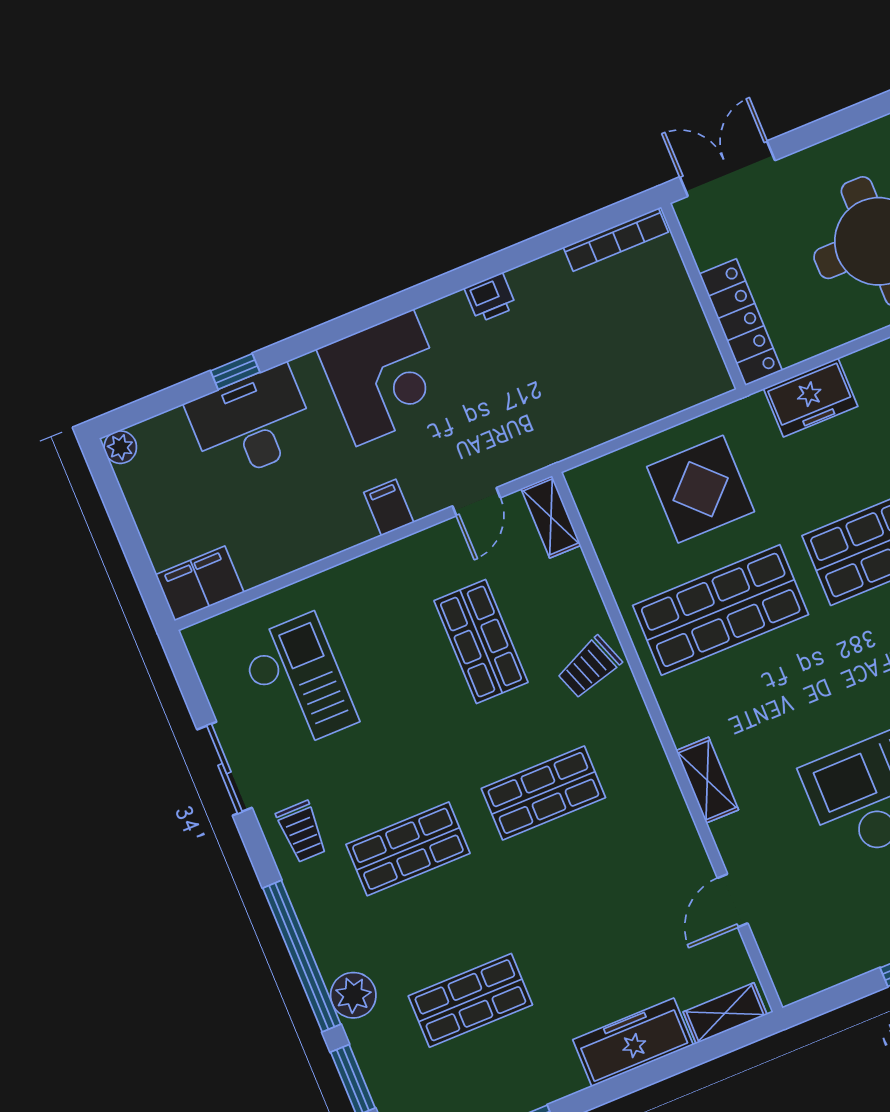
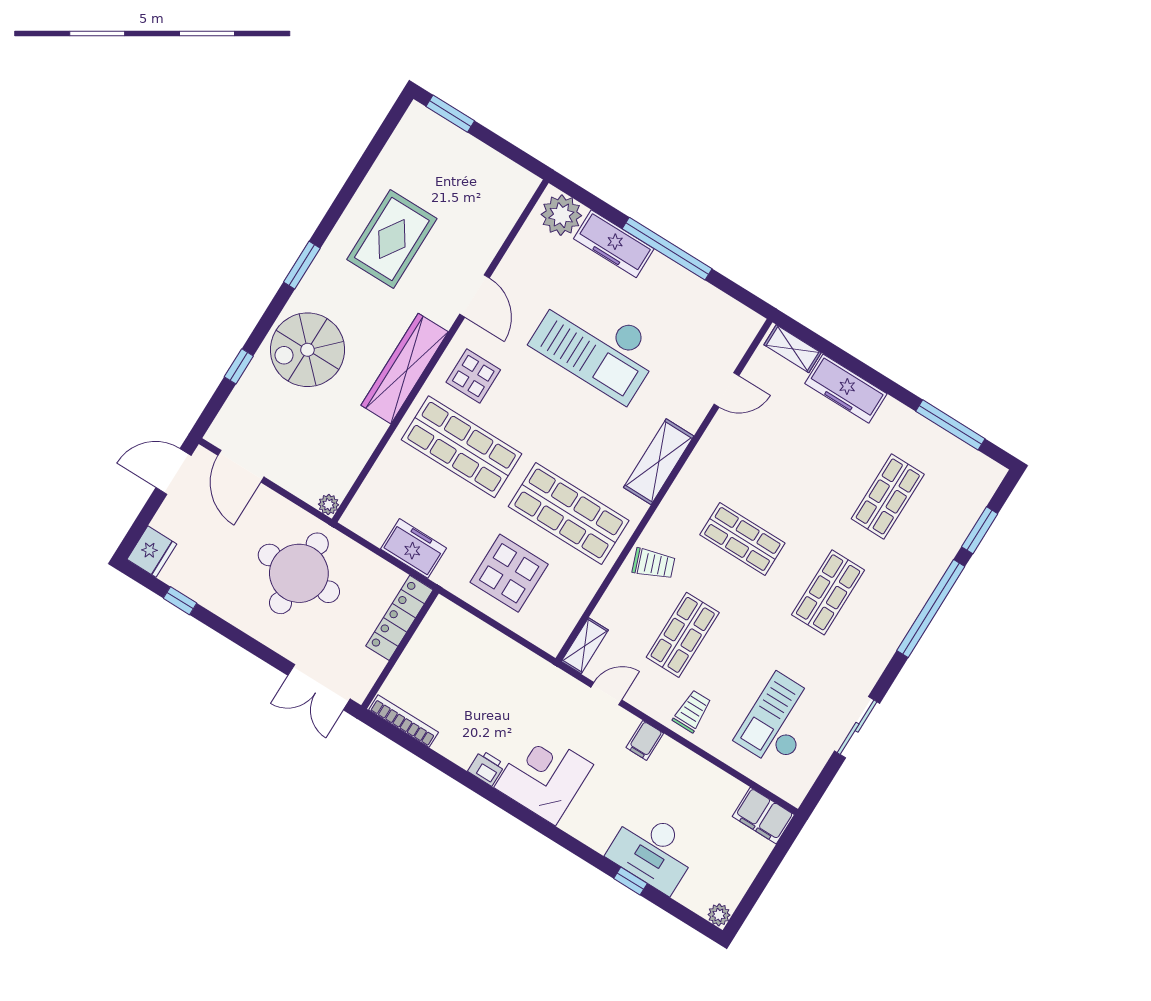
corner desk: (385, 378) -> (544, 776), moved
shelving: (707, 780) -> (659, 462), width x1.50, depth x1.33
trolley: (302, 832) -> (692, 711), moved
shop shelf: (408, 849) -> (828, 592), turned 90
plant: (353, 995) -> (932, 564), removed
shop shelf: (470, 1000) -> (888, 496), turned 90

